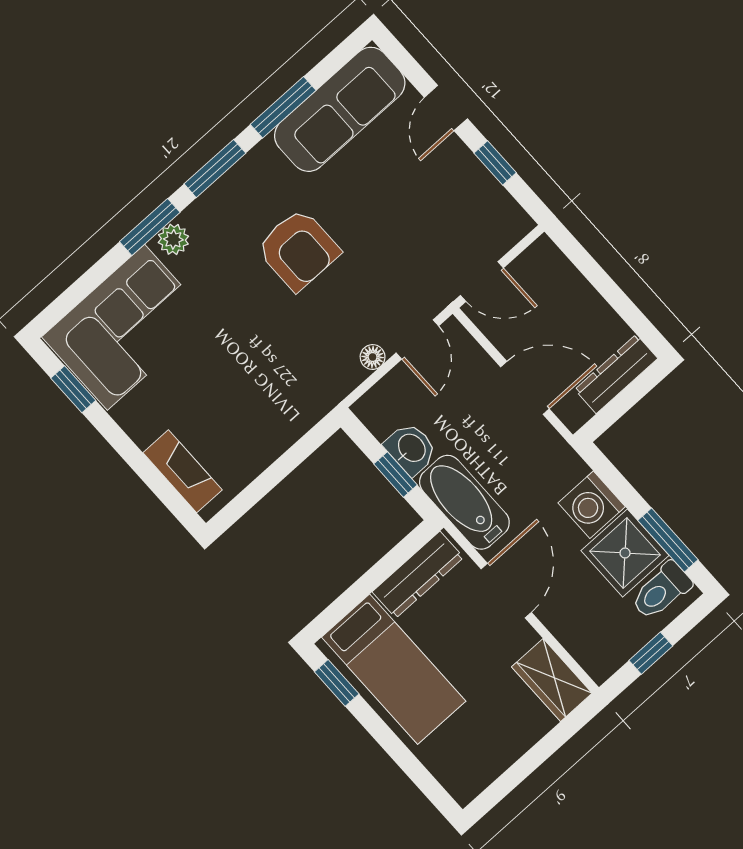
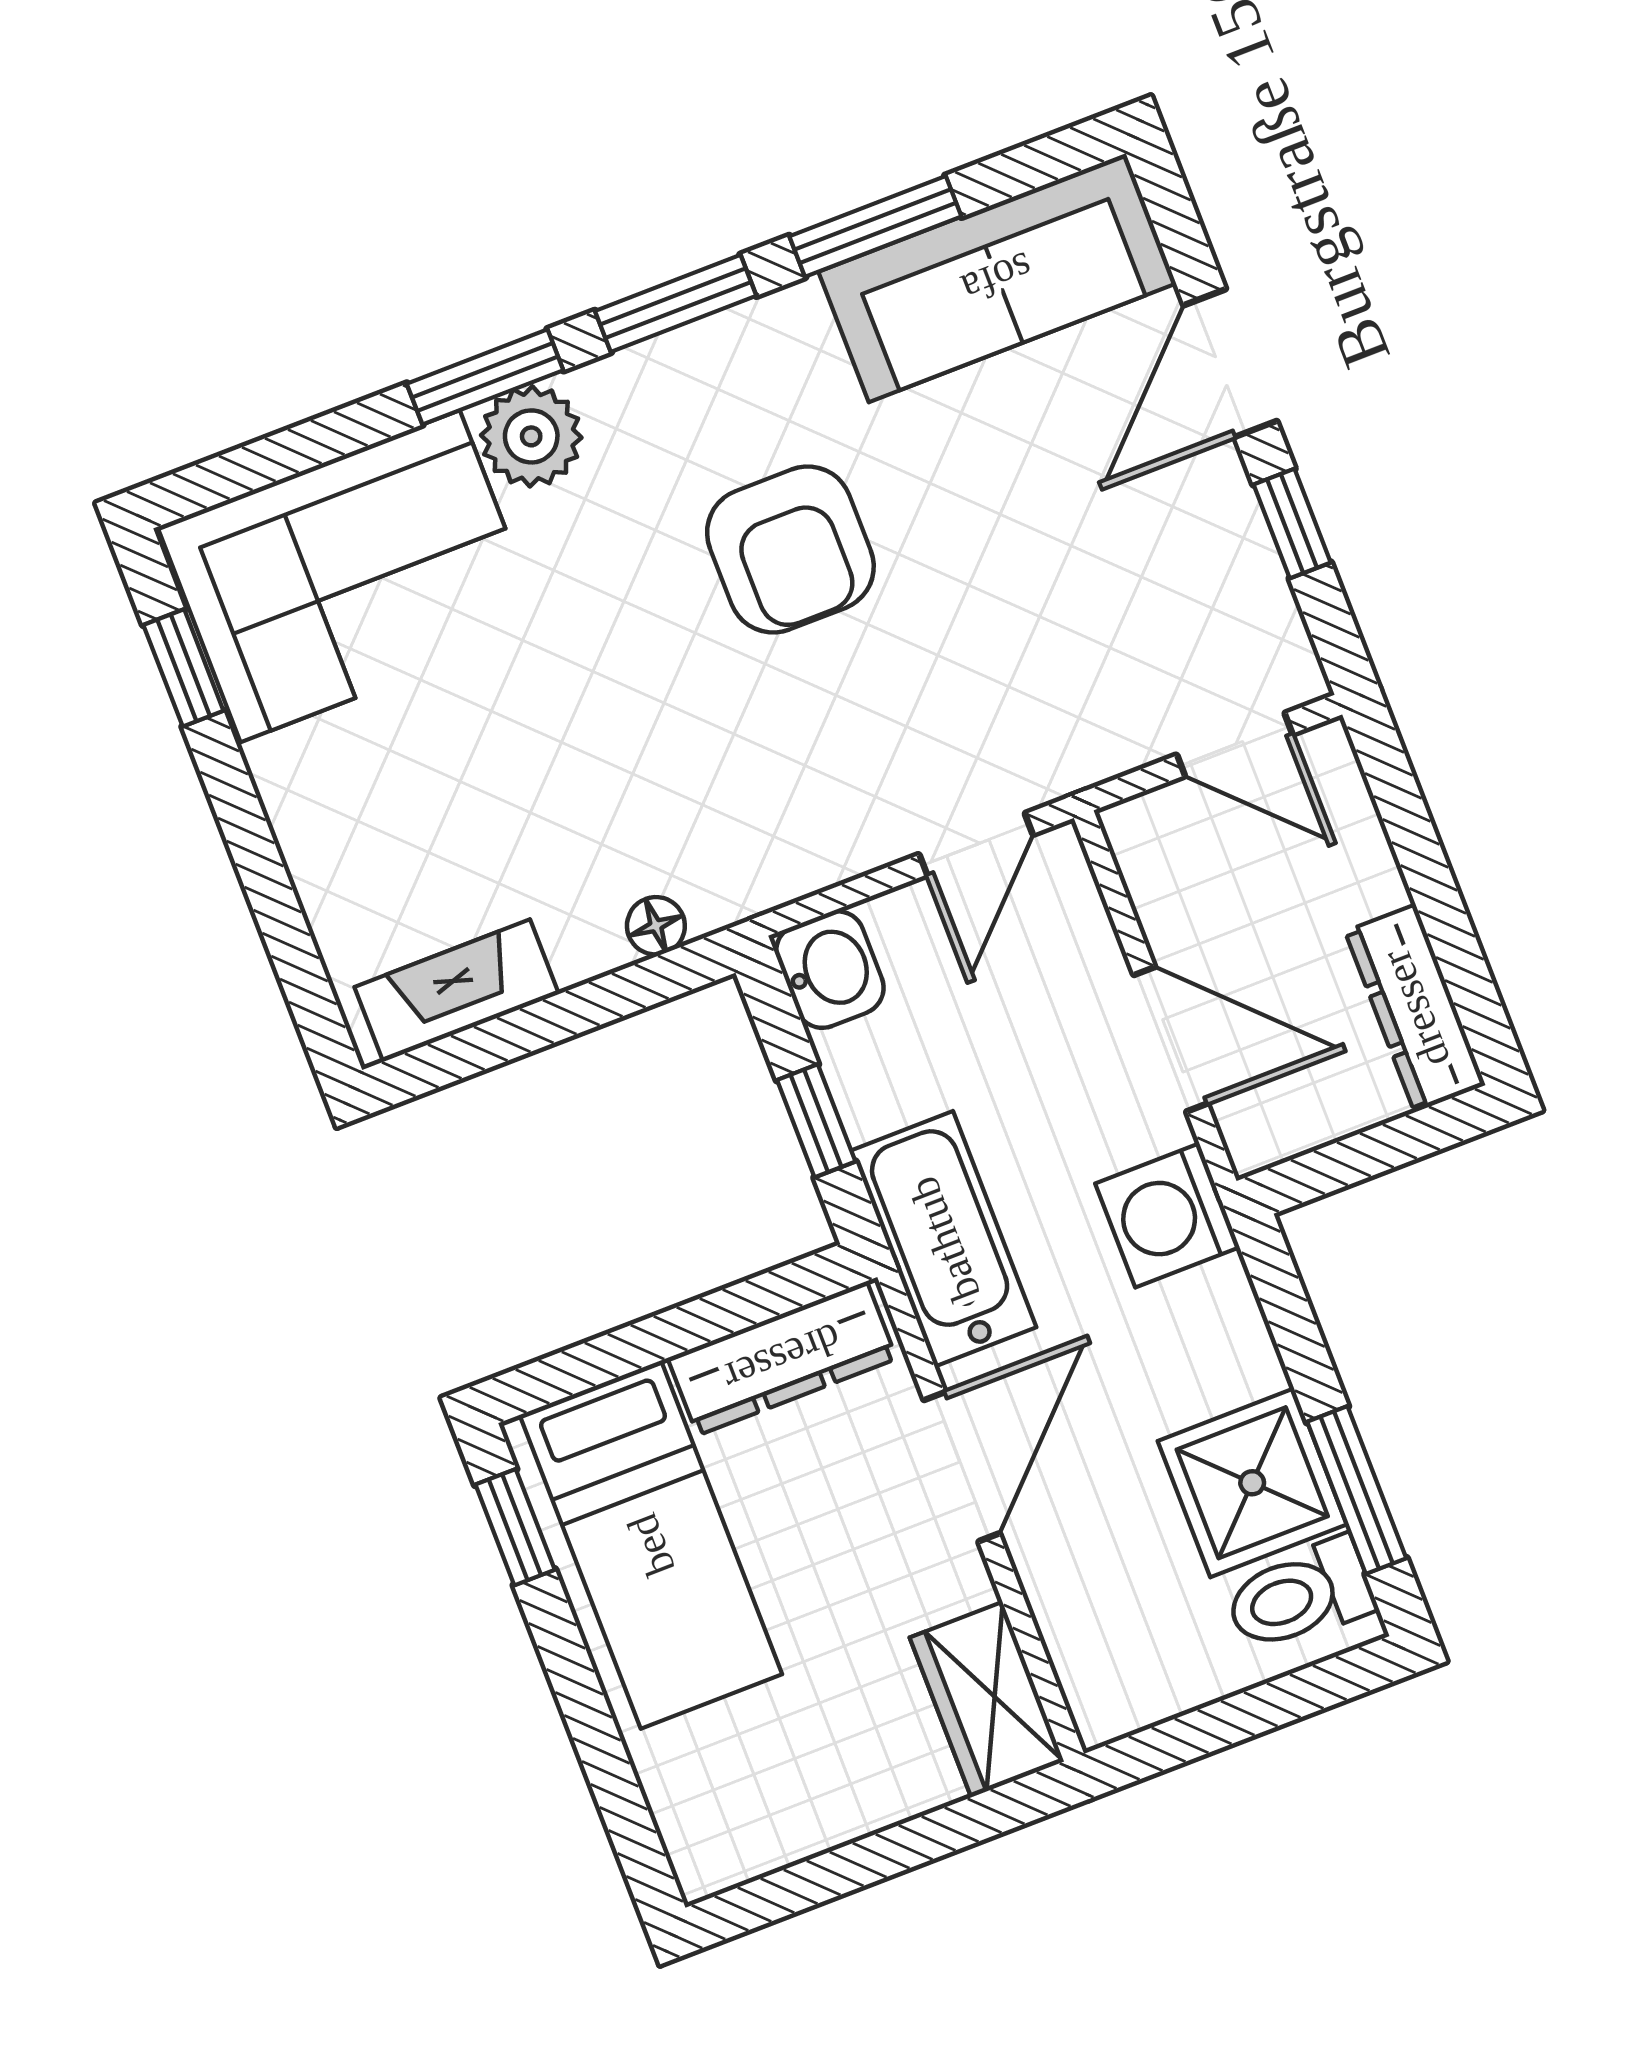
door: (446, 108) -> (1230, 363), width x1.38
plant: (173, 239) -> (531, 436), width x1.38, depth x1.38
door: (482, 282) -> (1235, 745), moved
floor lamp: (373, 357) -> (656, 926), moved
dresser: (616, 374) -> (1415, 1008), moved, turned -90
washbasin: (411, 449) -> (830, 970), moved
fireplace: (183, 471) -> (457, 990), moved, turned -90
washing machine: (592, 505) -> (1167, 1215), moved
window: (651, 653) -> (1225, 1723), removed

